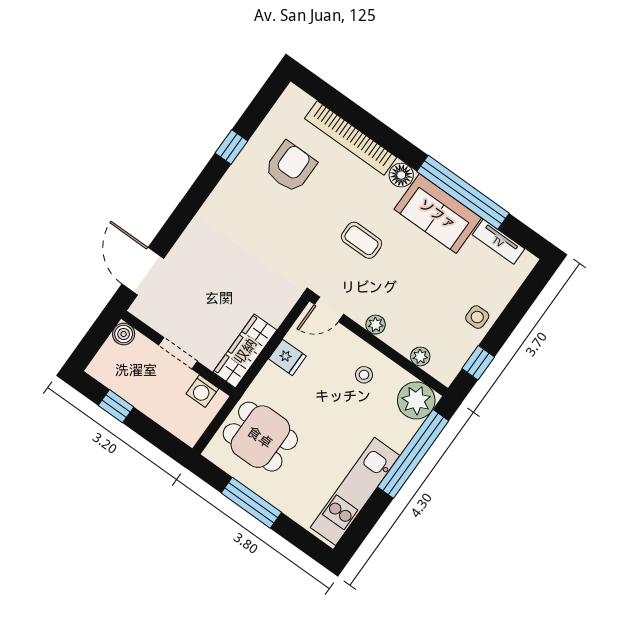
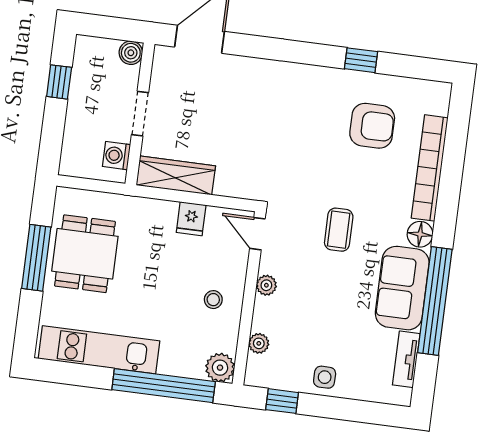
plant: (416, 400) -> (220, 368), width x0.73, depth x0.73
dining table: (260, 437) -> (85, 254), moved

